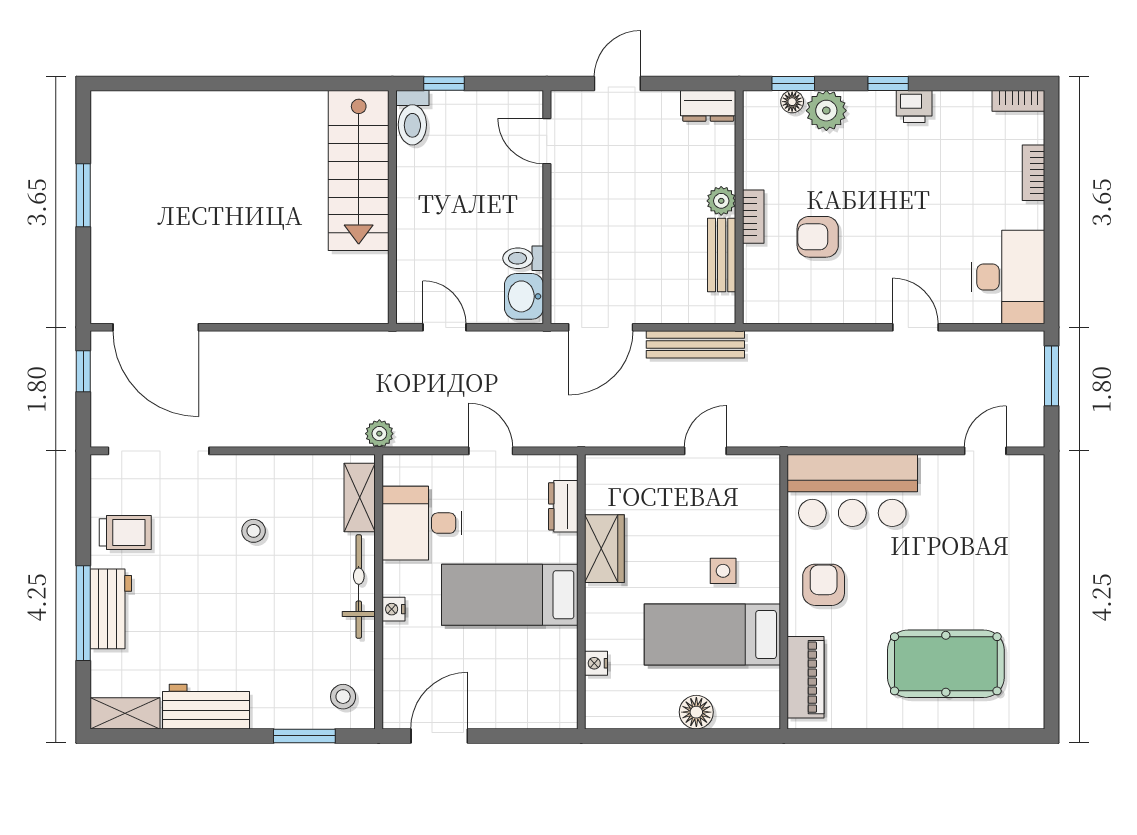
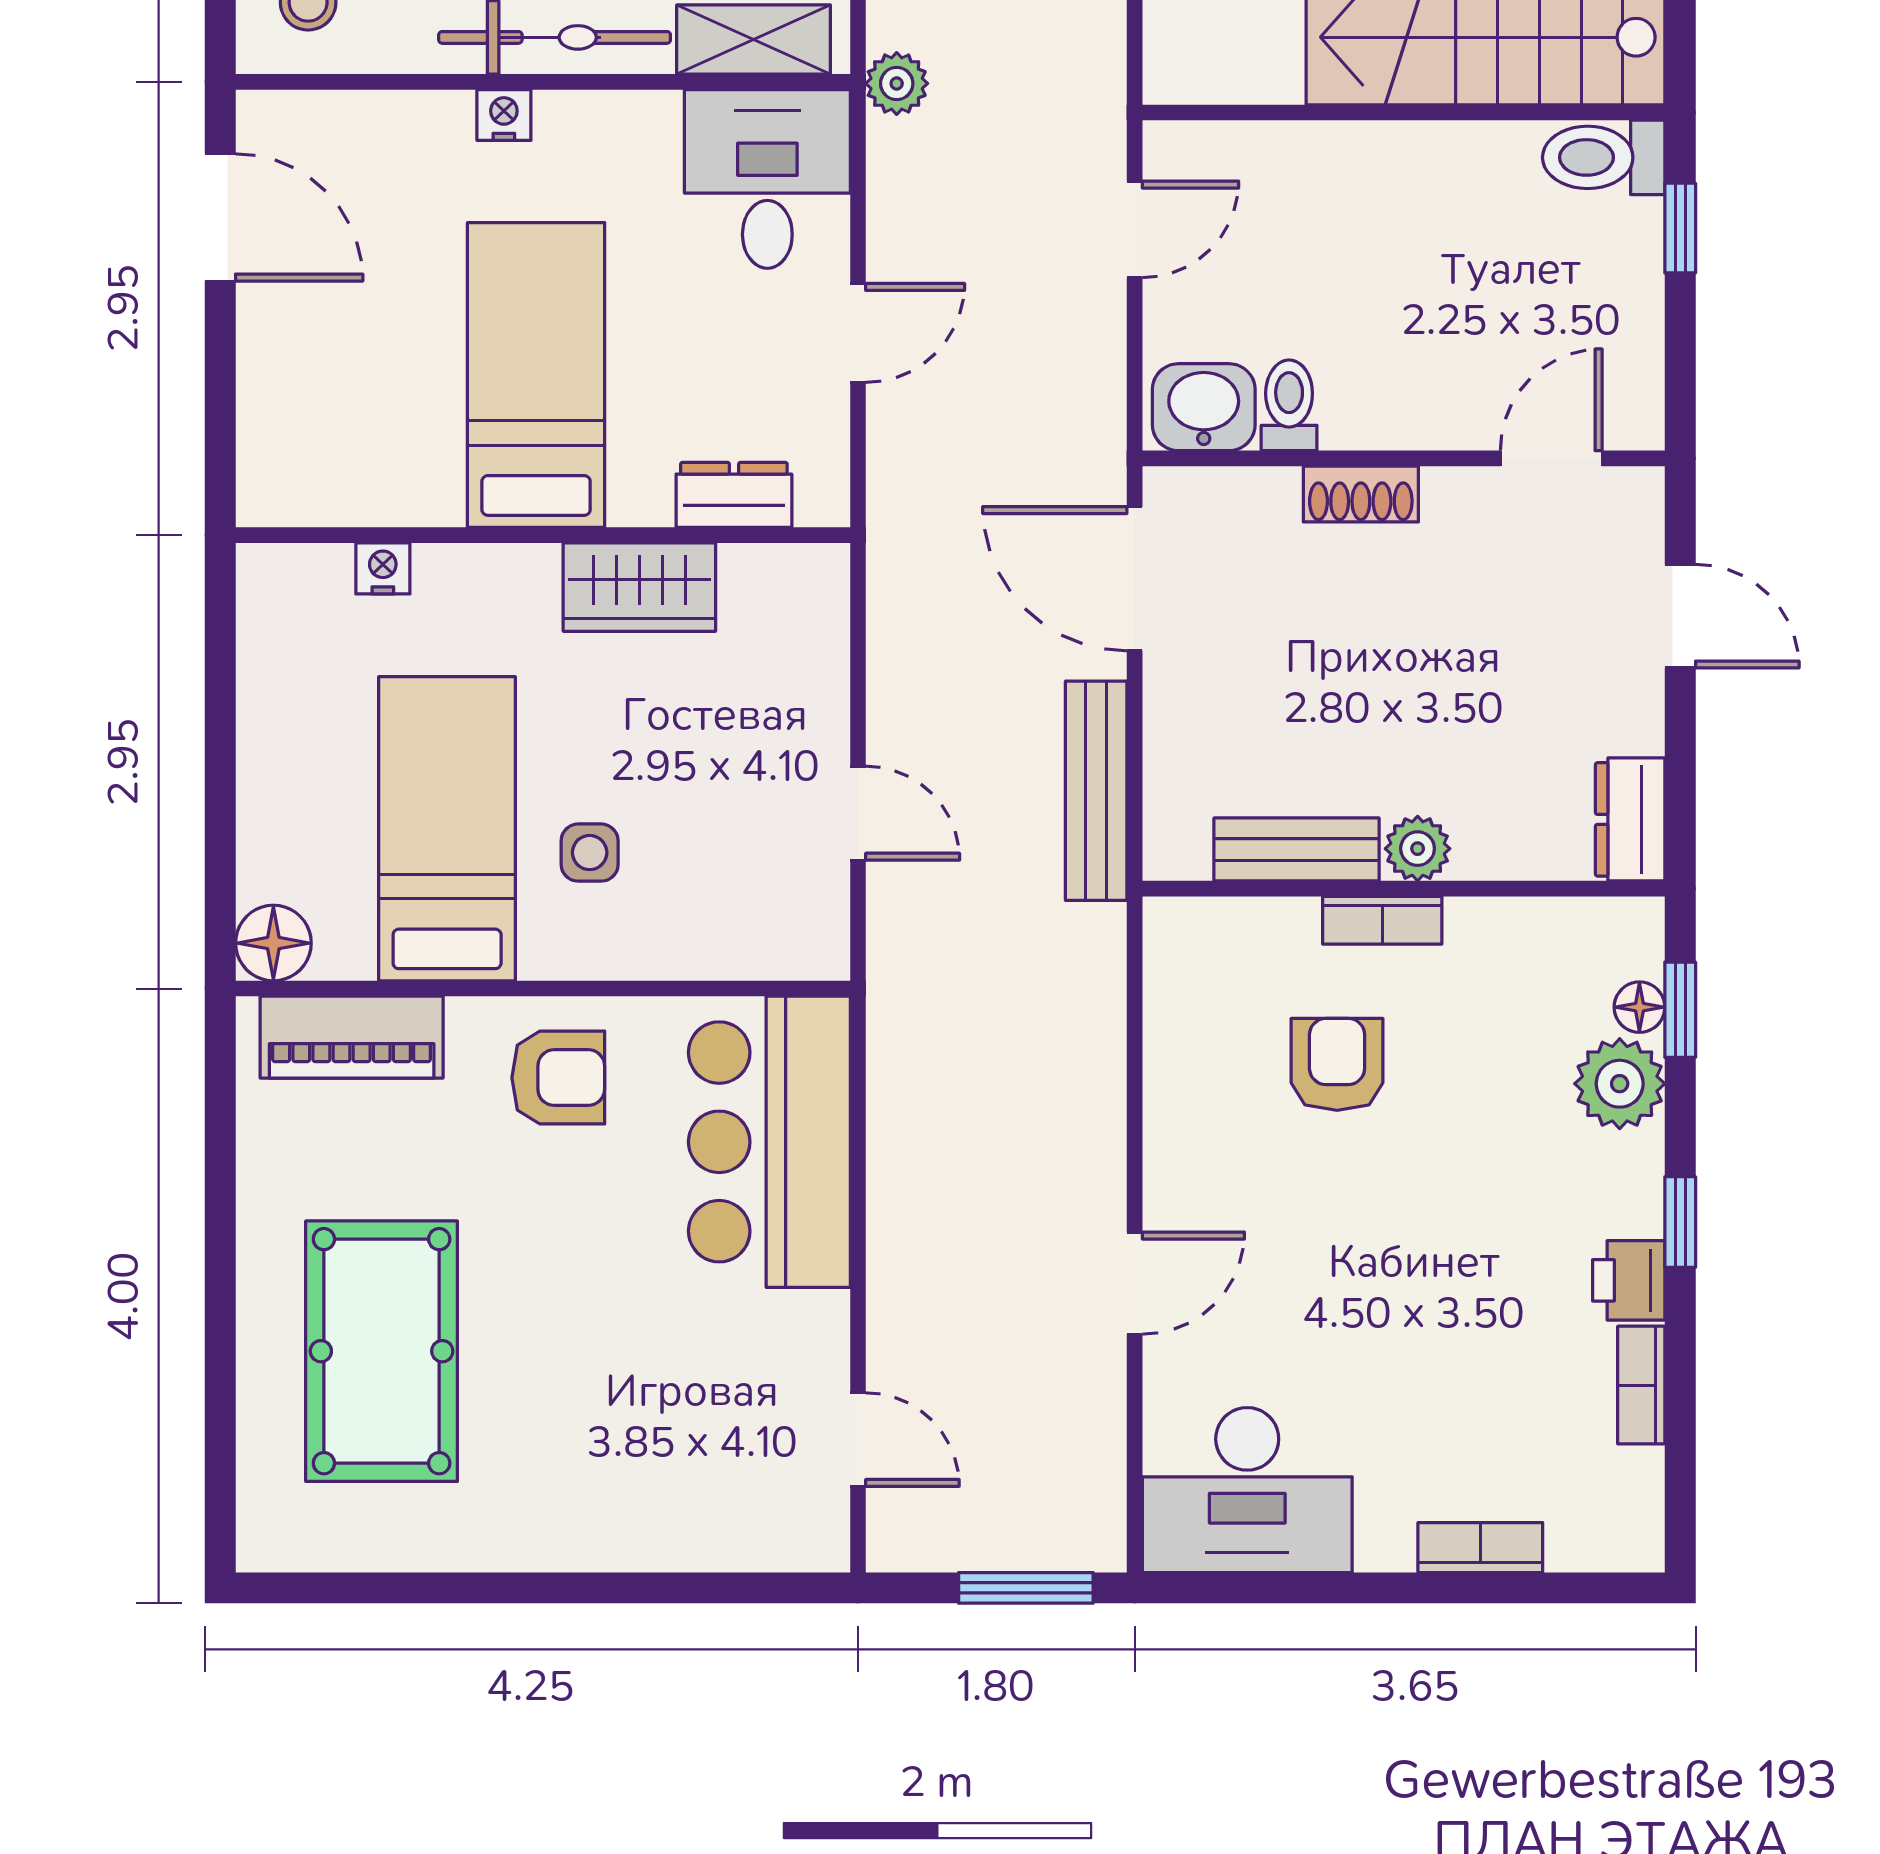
bookcase: (1018, 101) -> (1641, 1385), moved
shoe rack: (563, 226) -> (1361, 494), added
desk: (422, 523) -> (767, 179), moved
floor lamp: (696, 712) -> (273, 943), moved

